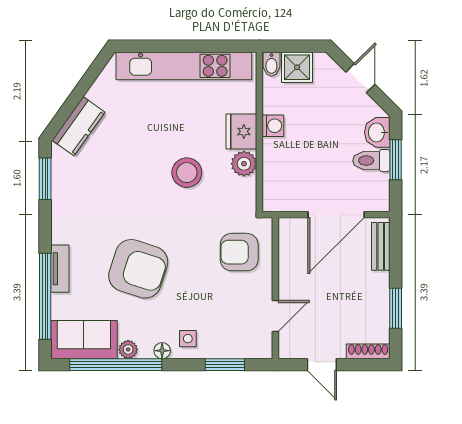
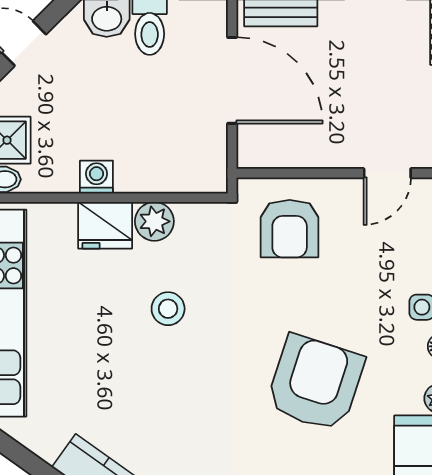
stool: (187, 173) -> (168, 309), width x0.73, depth x0.73
door: (275, 316) -> (387, 173), swing flipped

